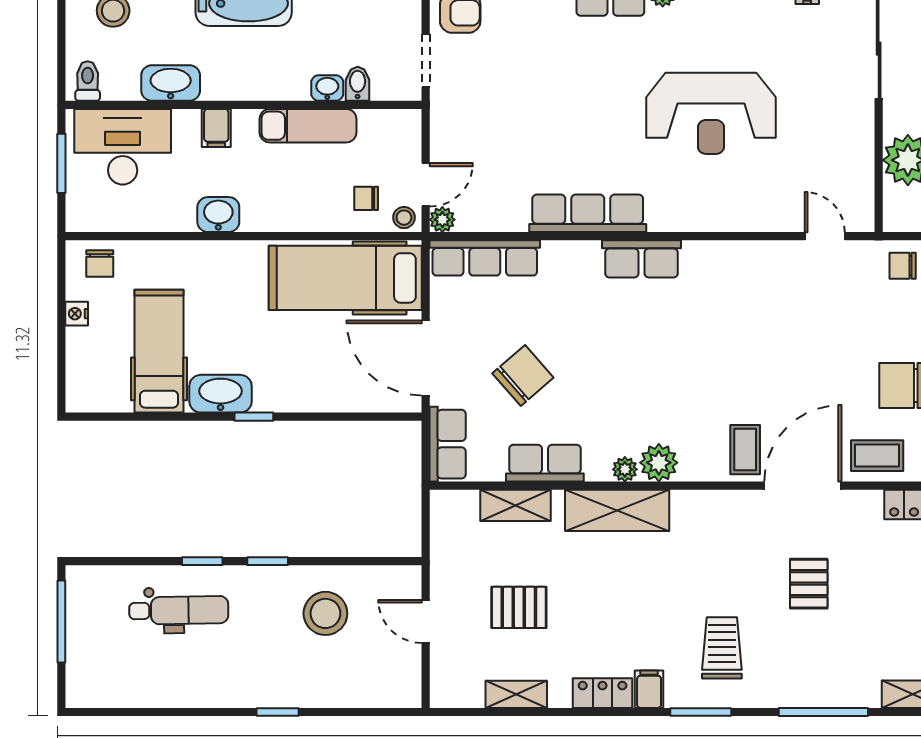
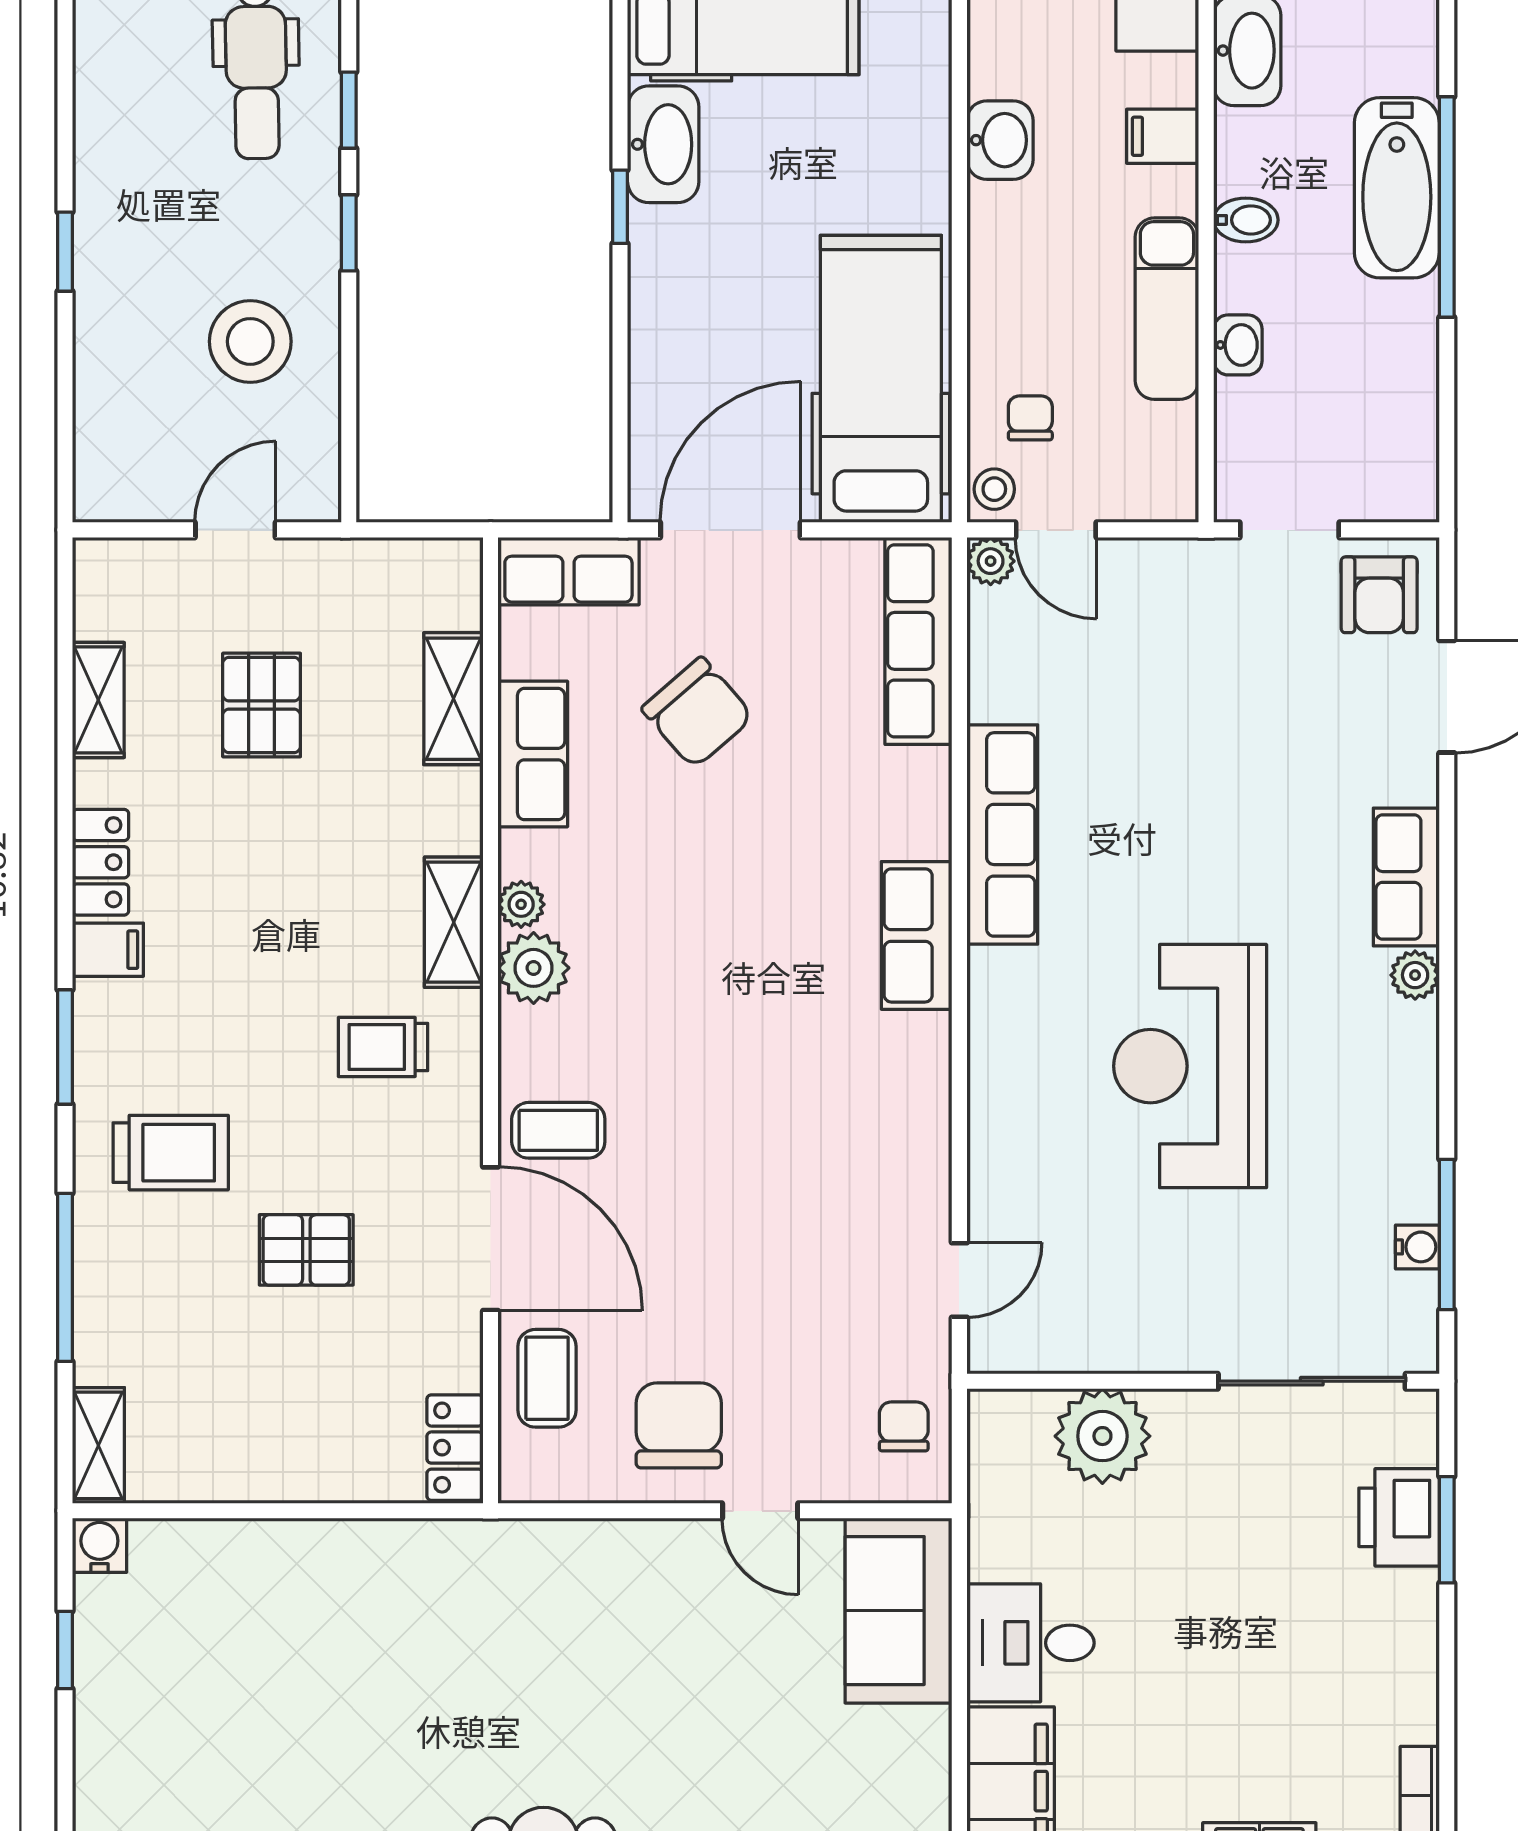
bidet: (358, 84) -> (1246, 220), moved
shelving: (617, 510) -> (454, 922), width x0.67, depth x0.75
trolley: (701, 543) -> (383, 1047), added
trolley: (722, 648) -> (171, 1153), moved

